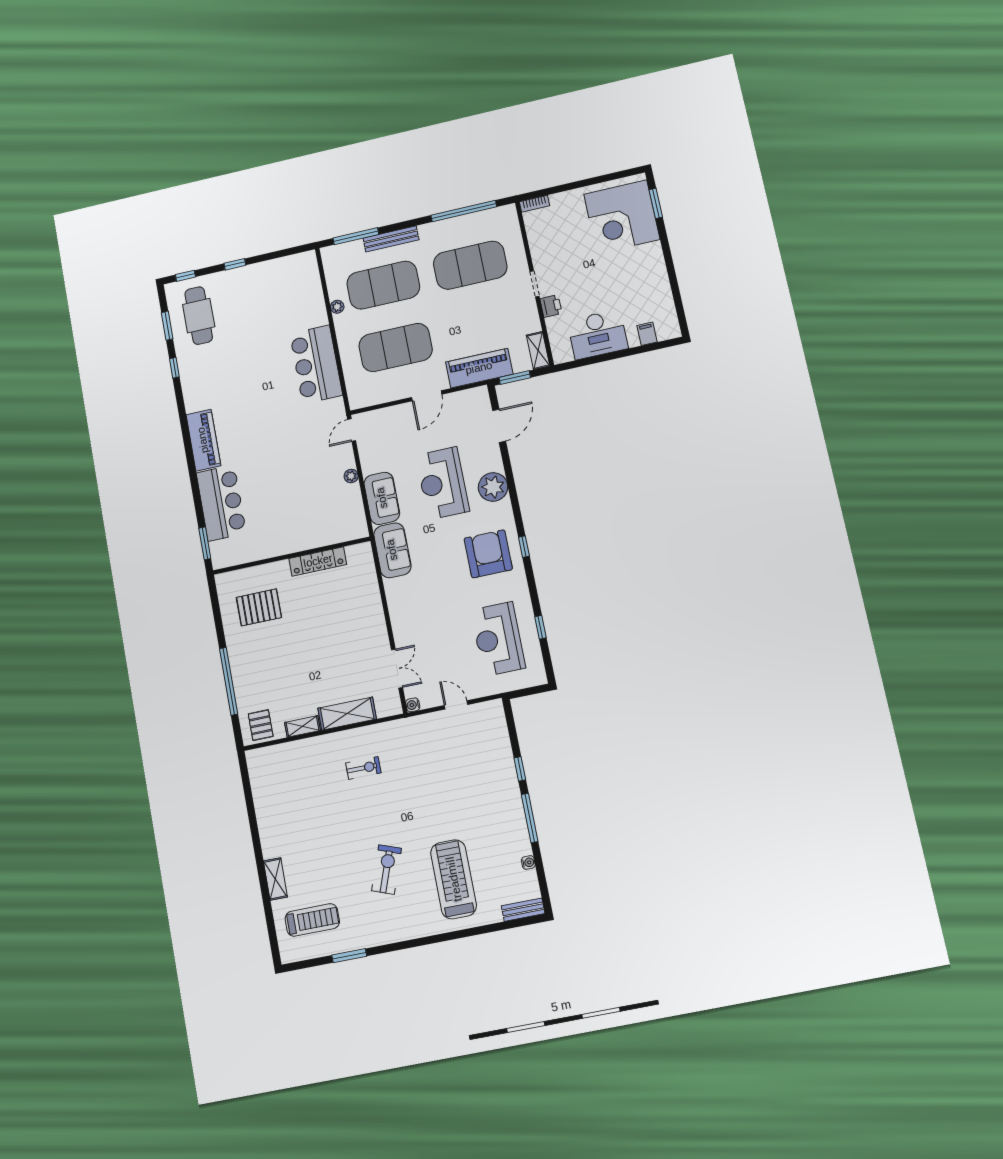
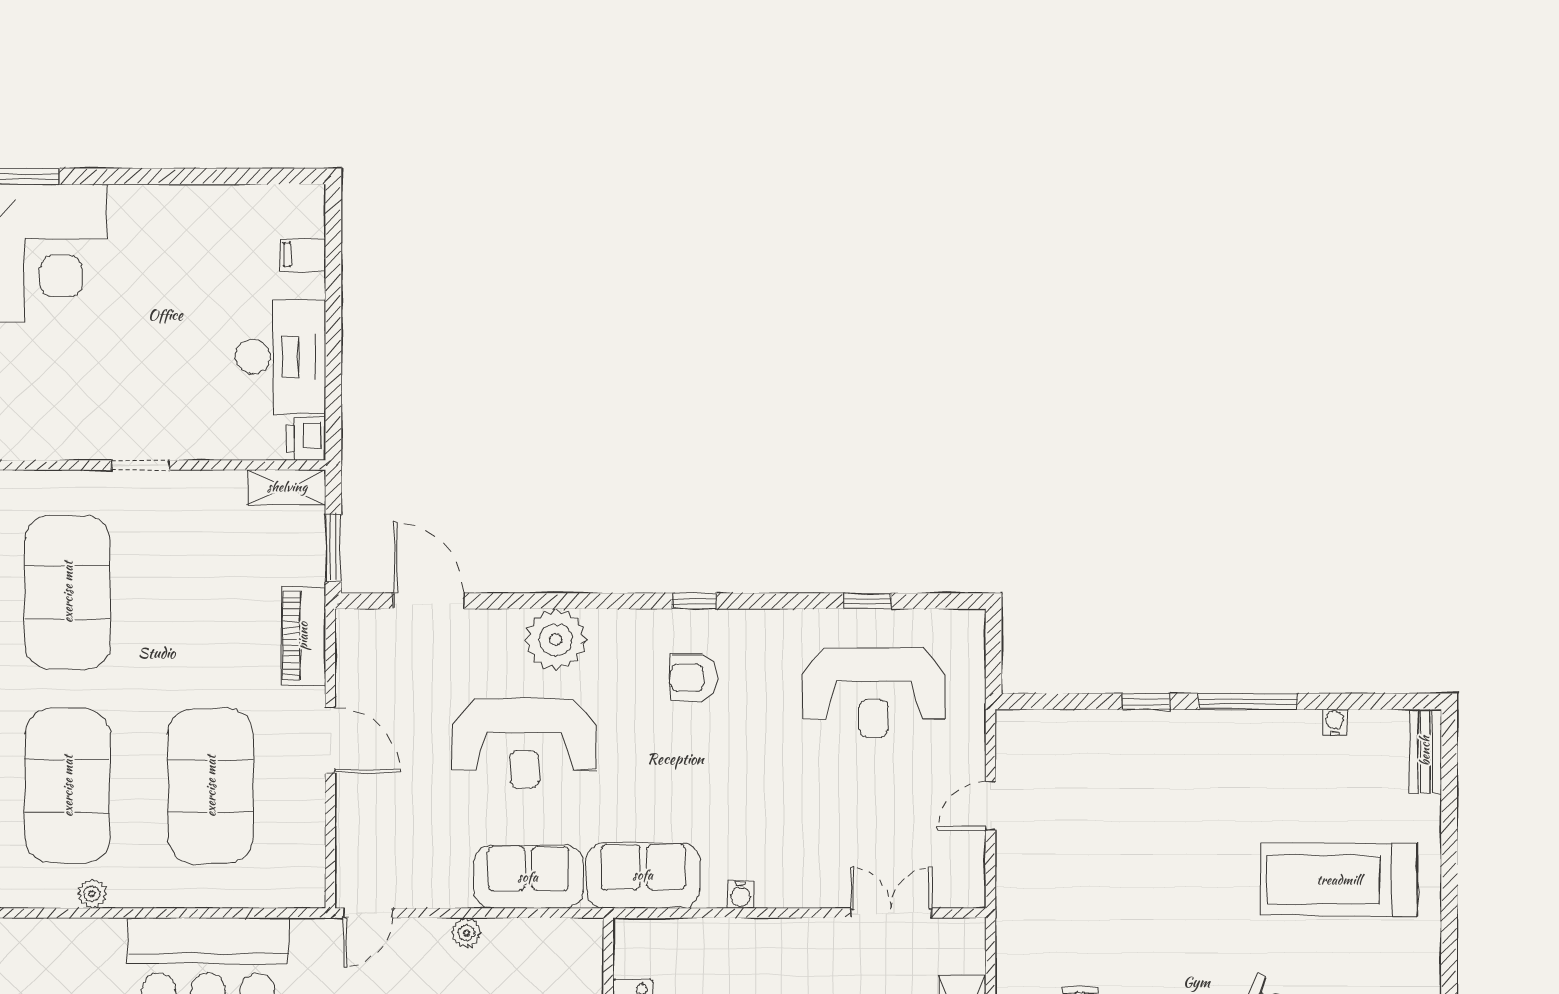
printer: (551, 306) -> (306, 439), moved, turned -90
piano: (479, 368) -> (303, 636), width x0.73, depth x0.75
door: (352, 430) -> (368, 913), hinge flipped
armchair: (488, 554) -> (693, 678), width x0.53, depth x0.53
water cooler: (413, 705) -> (741, 895), moved

